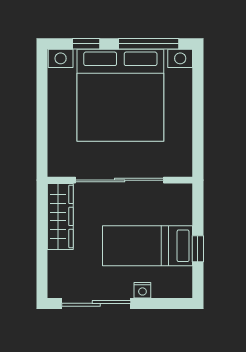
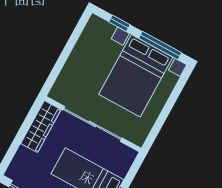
bed with nightstands: (120, 95) -> (136, 76), width x0.73

